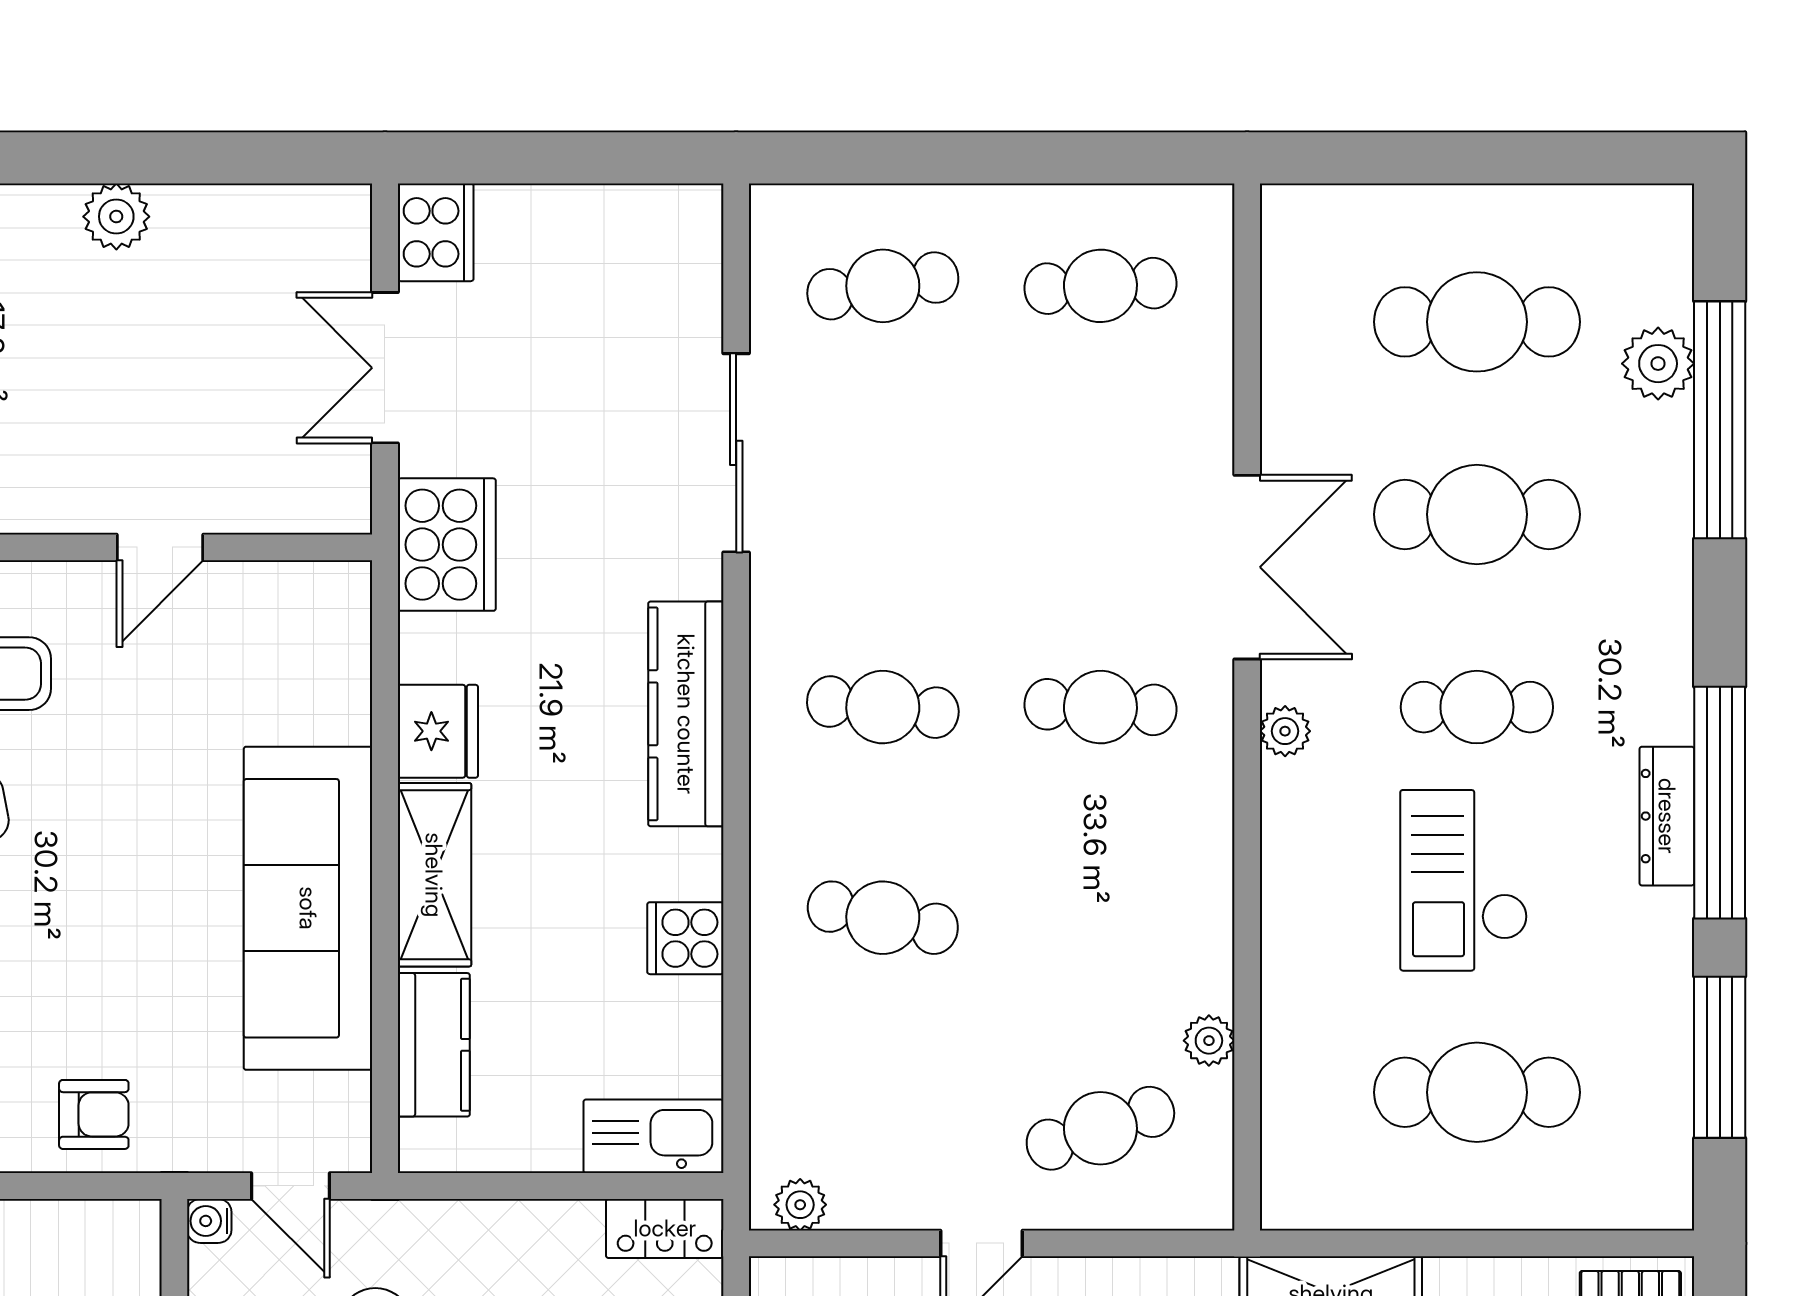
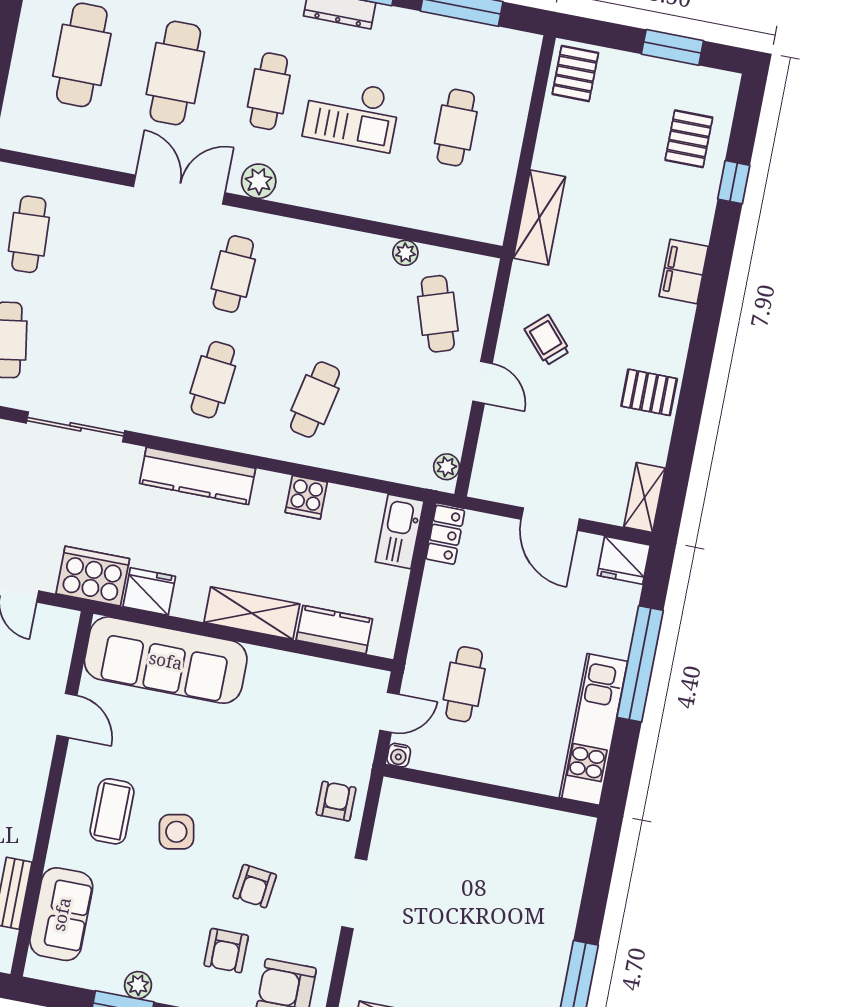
fridge: (438, 731) -> (149, 591), moved
plant: (1285, 731) -> (259, 181), width x1.38, depth x1.38
sofa: (308, 908) -> (166, 660), moved
cafe table: (1477, 1092) -> (456, 128), width x0.73, depth x0.74

